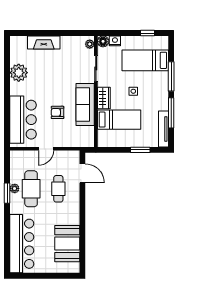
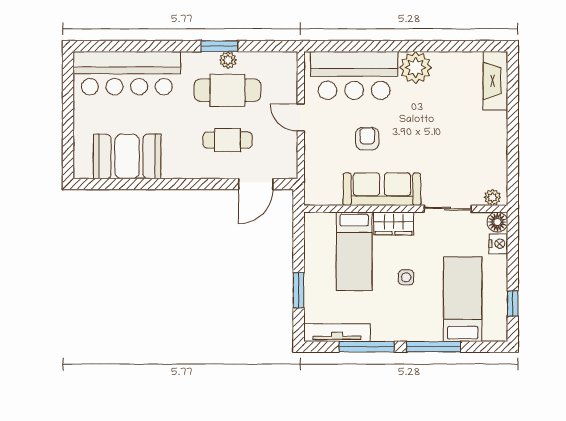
fireplace: (44, 42) -> (495, 81), moved
plant: (19, 73) -> (415, 68), moved

